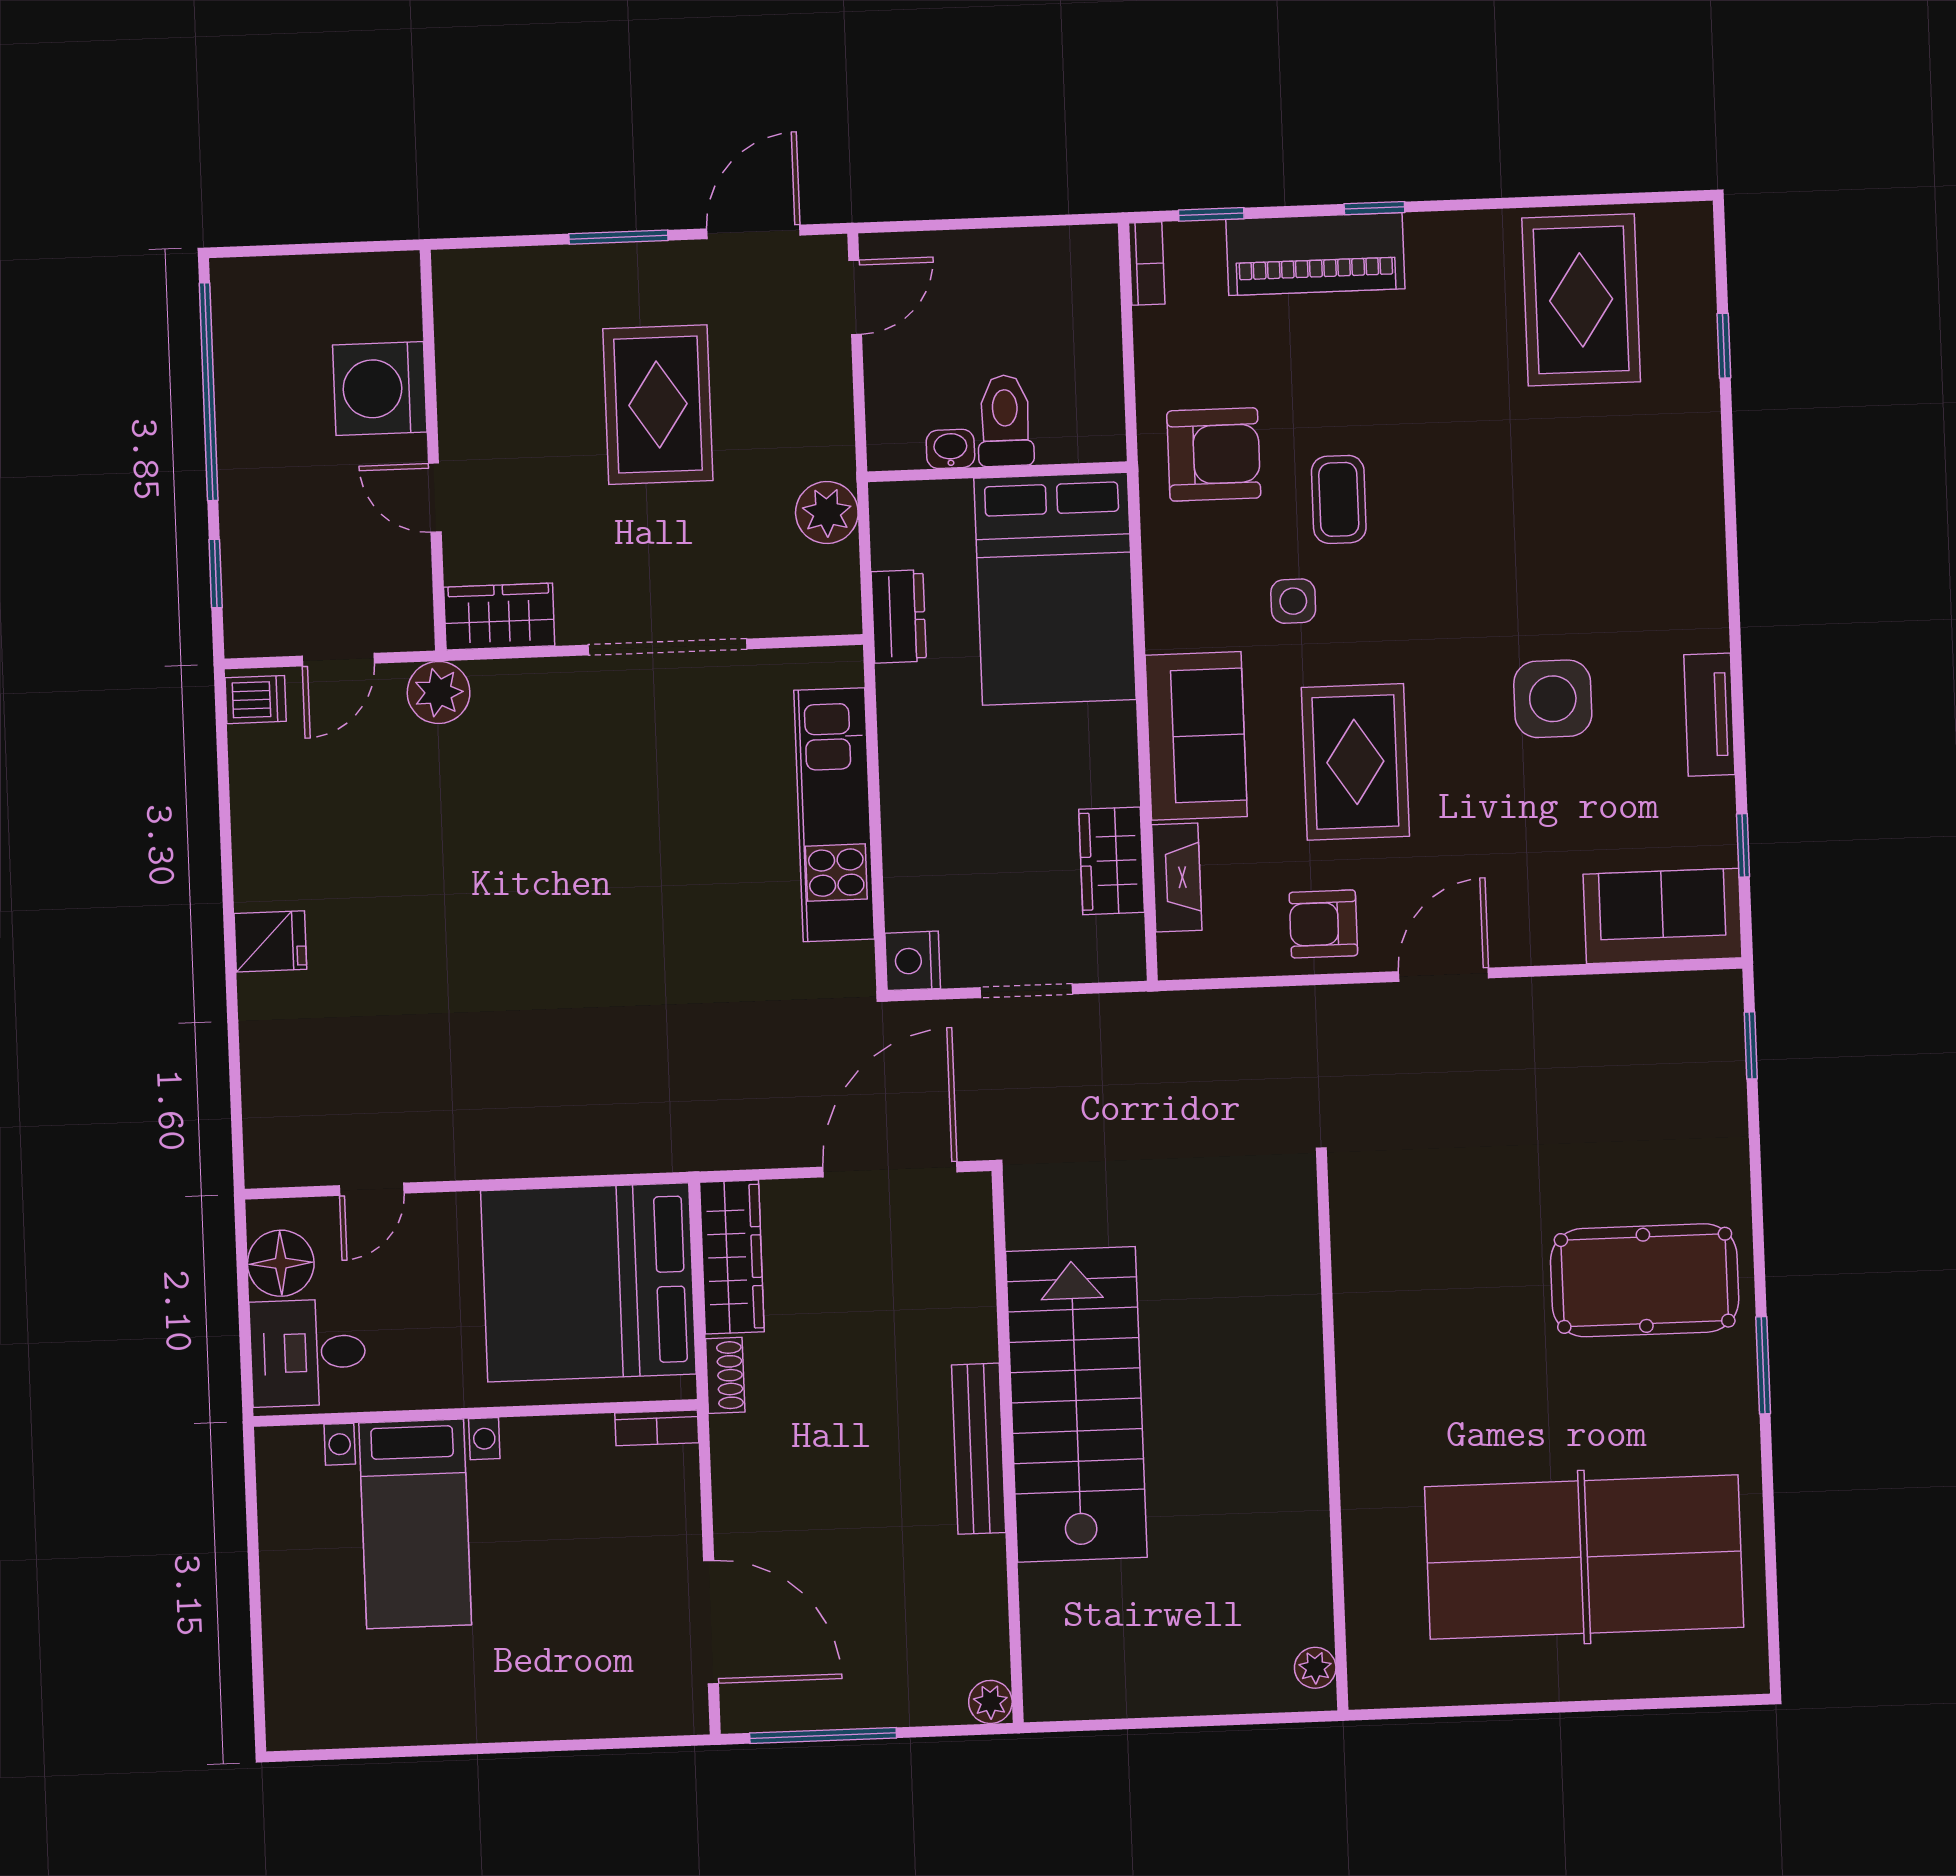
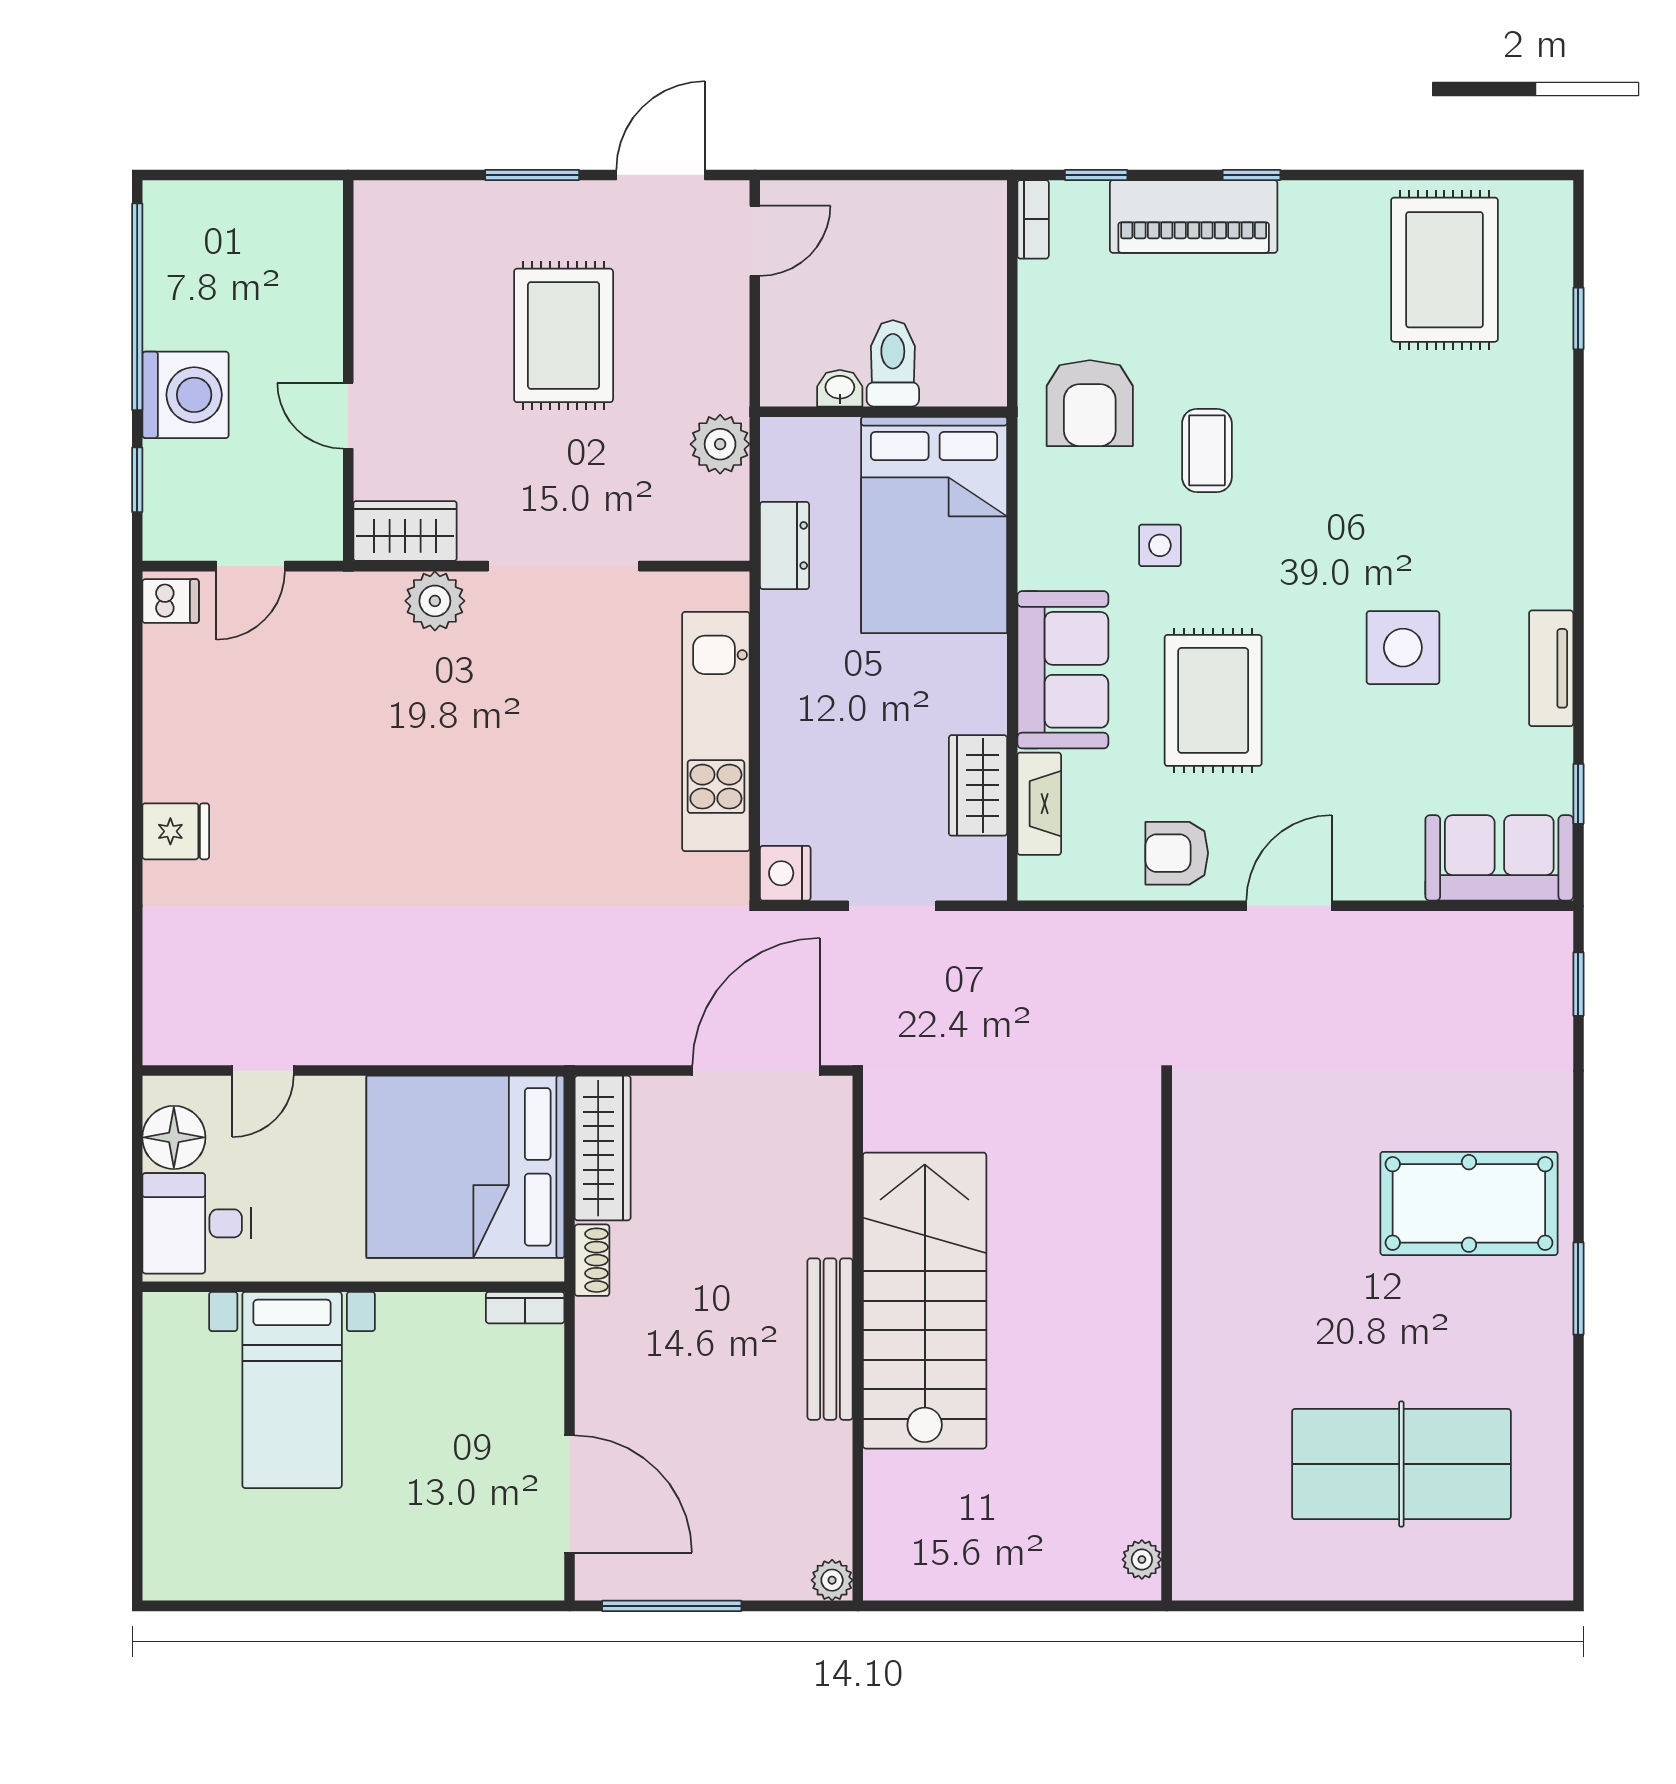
washing machine: (380, 389) -> (186, 395), moved, turned 180
armchair: (1214, 454) -> (1090, 403), turned 90
plant: (439, 692) -> (435, 601), moved
table tennis table: (1584, 1557) -> (1401, 1464), width x0.73, depth x0.76

